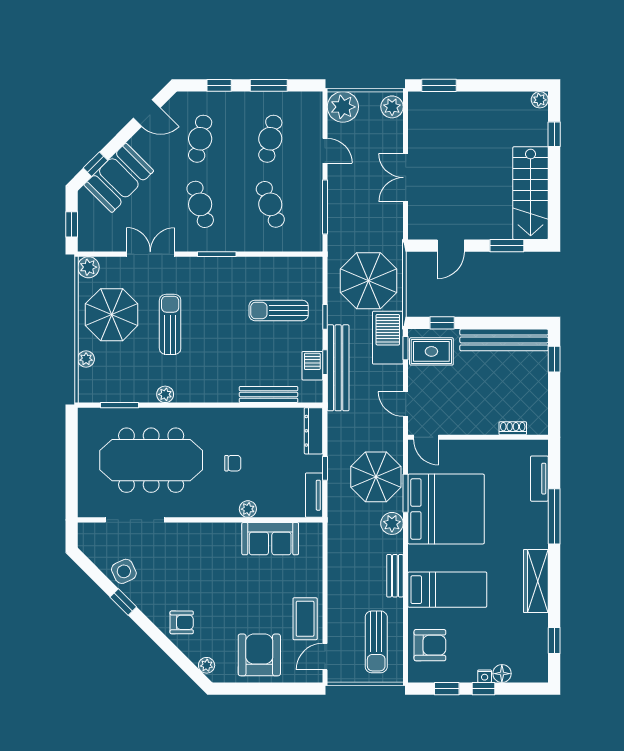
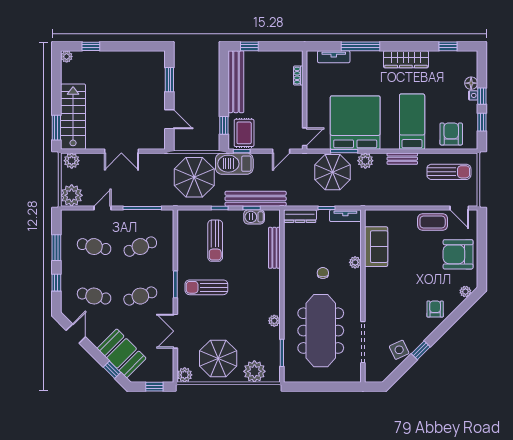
stairs: (531, 193) -> (73, 117), moved, turned -90
sun lounger: (170, 324) -> (206, 287), moved
plant: (86, 359) -> (254, 371), width x1.88, depth x1.88

